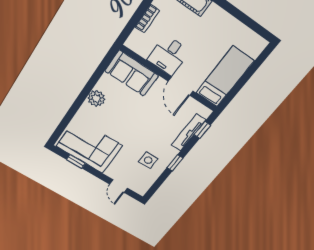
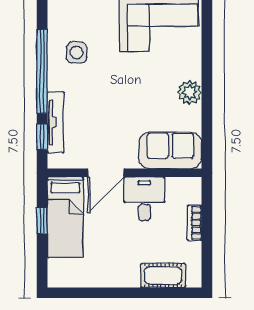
window: (240, 84) -> (42, 221), added
door: (181, 86) -> (106, 173), swing flipped
window: (175, 163) -> (42, 71), width x3.17

